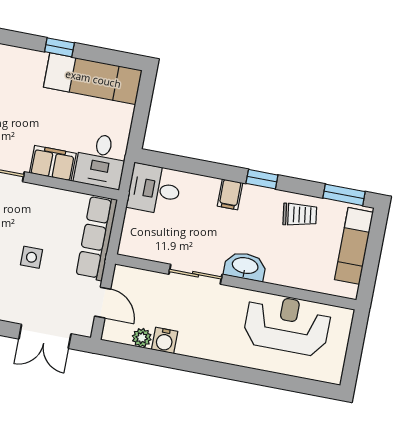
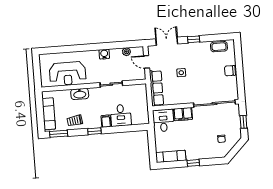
exam couch: (93, 79) -> (171, 156), width x0.73, depth x0.69
desk: (154, 189) -> (121, 115), moved, turned 90
washbasin: (245, 266) -> (80, 94), moved
water cooler: (165, 340) -> (104, 54), moved

